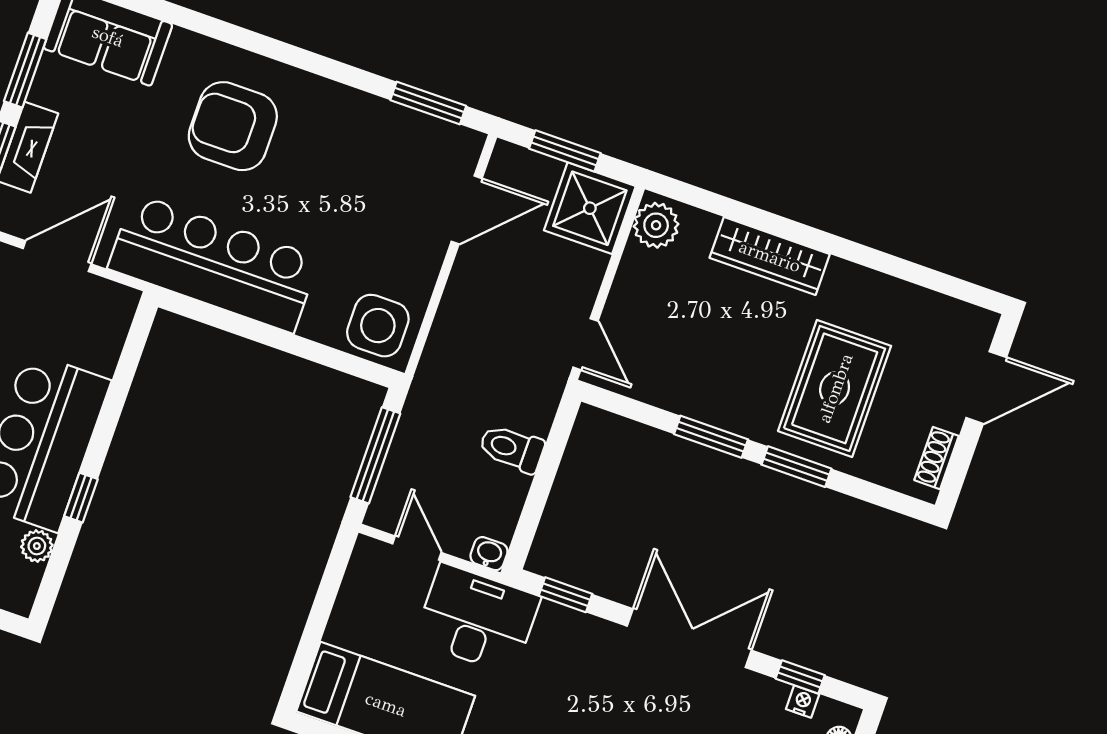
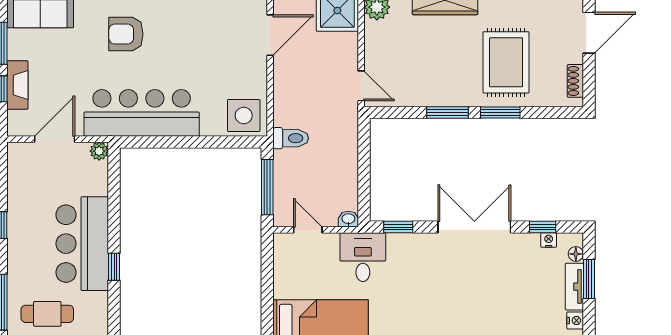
armchair: (233, 126) -> (126, 34), width x0.73, depth x0.73
toilet: (512, 448) -> (291, 138), moved, turned 180
plant: (37, 546) -> (99, 151), moved
desk: (477, 619) -> (363, 257), width x0.73

